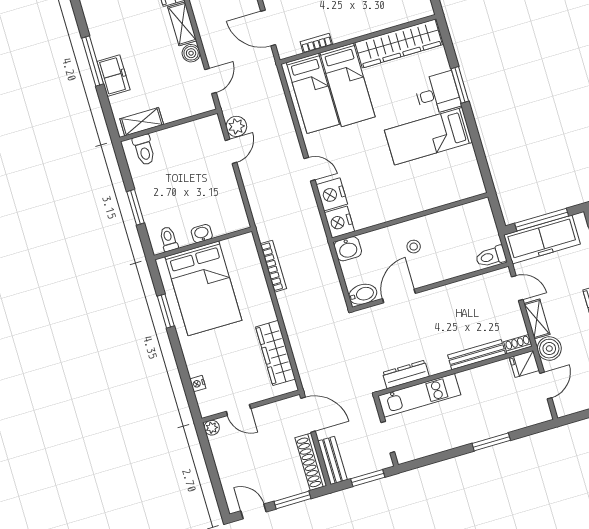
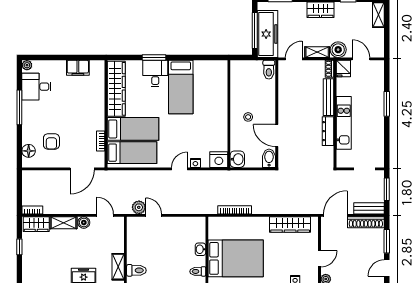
nightstand: (332, 194) -> (195, 163), width x0.53, depth x0.56
dresser: (406, 374) -> (328, 131), moved
kitchen unit: (419, 395) -> (344, 123), moved

